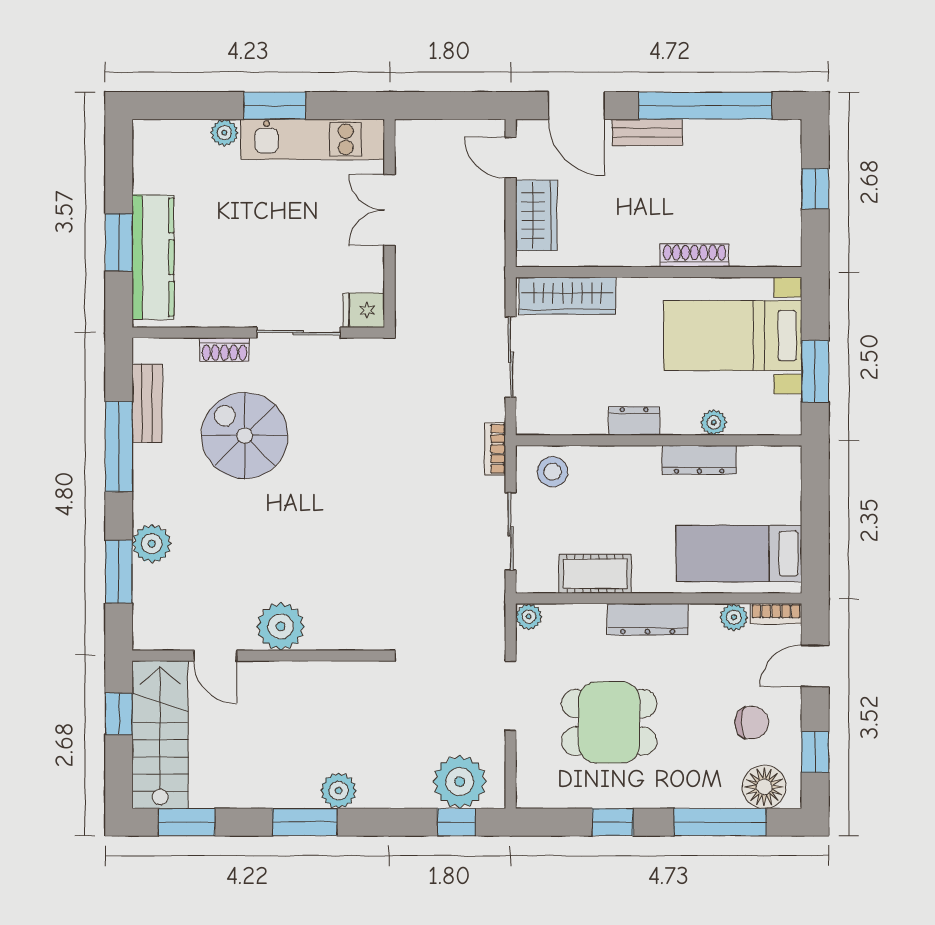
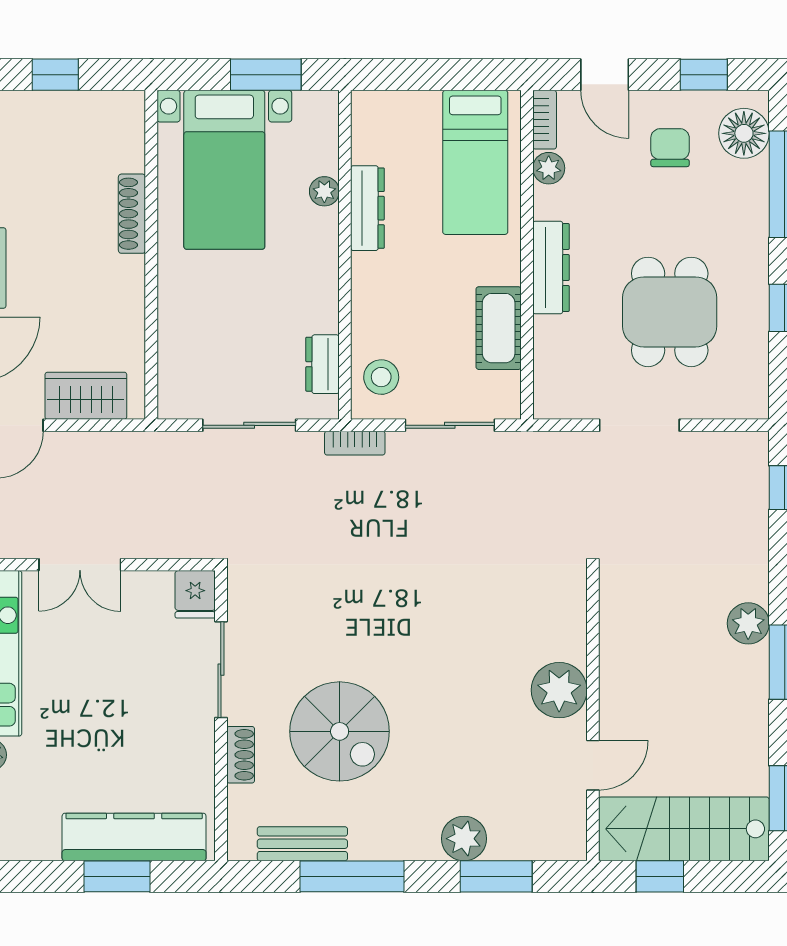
wardrobe: (567, 296) -> (179, 360), removed
dresser: (634, 421) -> (323, 364), moved
spiral stairs: (245, 436) -> (340, 731), turned -90
plant: (529, 617) -> (548, 404), removed
plant: (460, 782) -> (738, 484), removed

